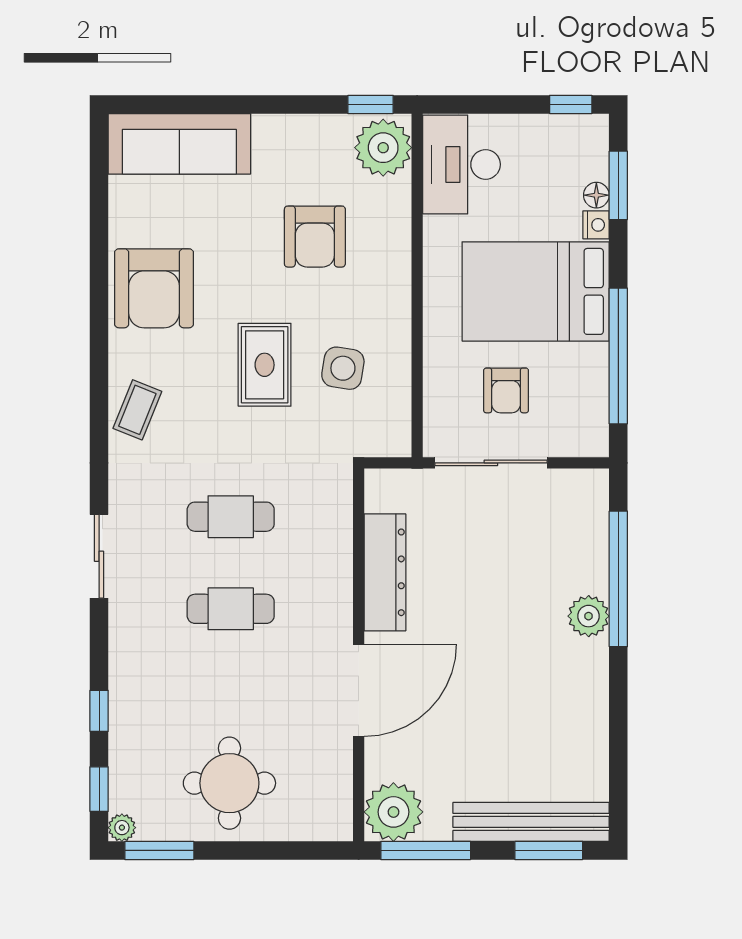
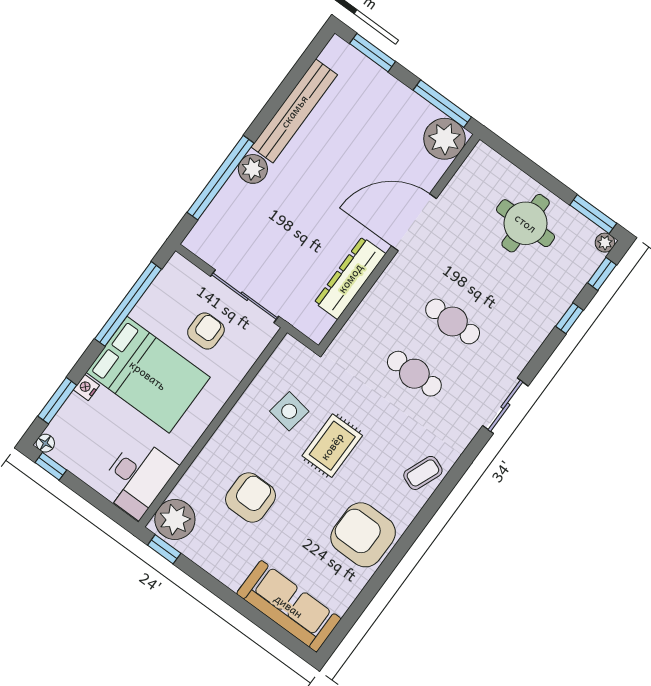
floor lamp: (596, 195) -> (45, 443), moved
armchair: (154, 288) -> (363, 535), turned -90
bench: (531, 822) -> (294, 111), moved, turned 90

